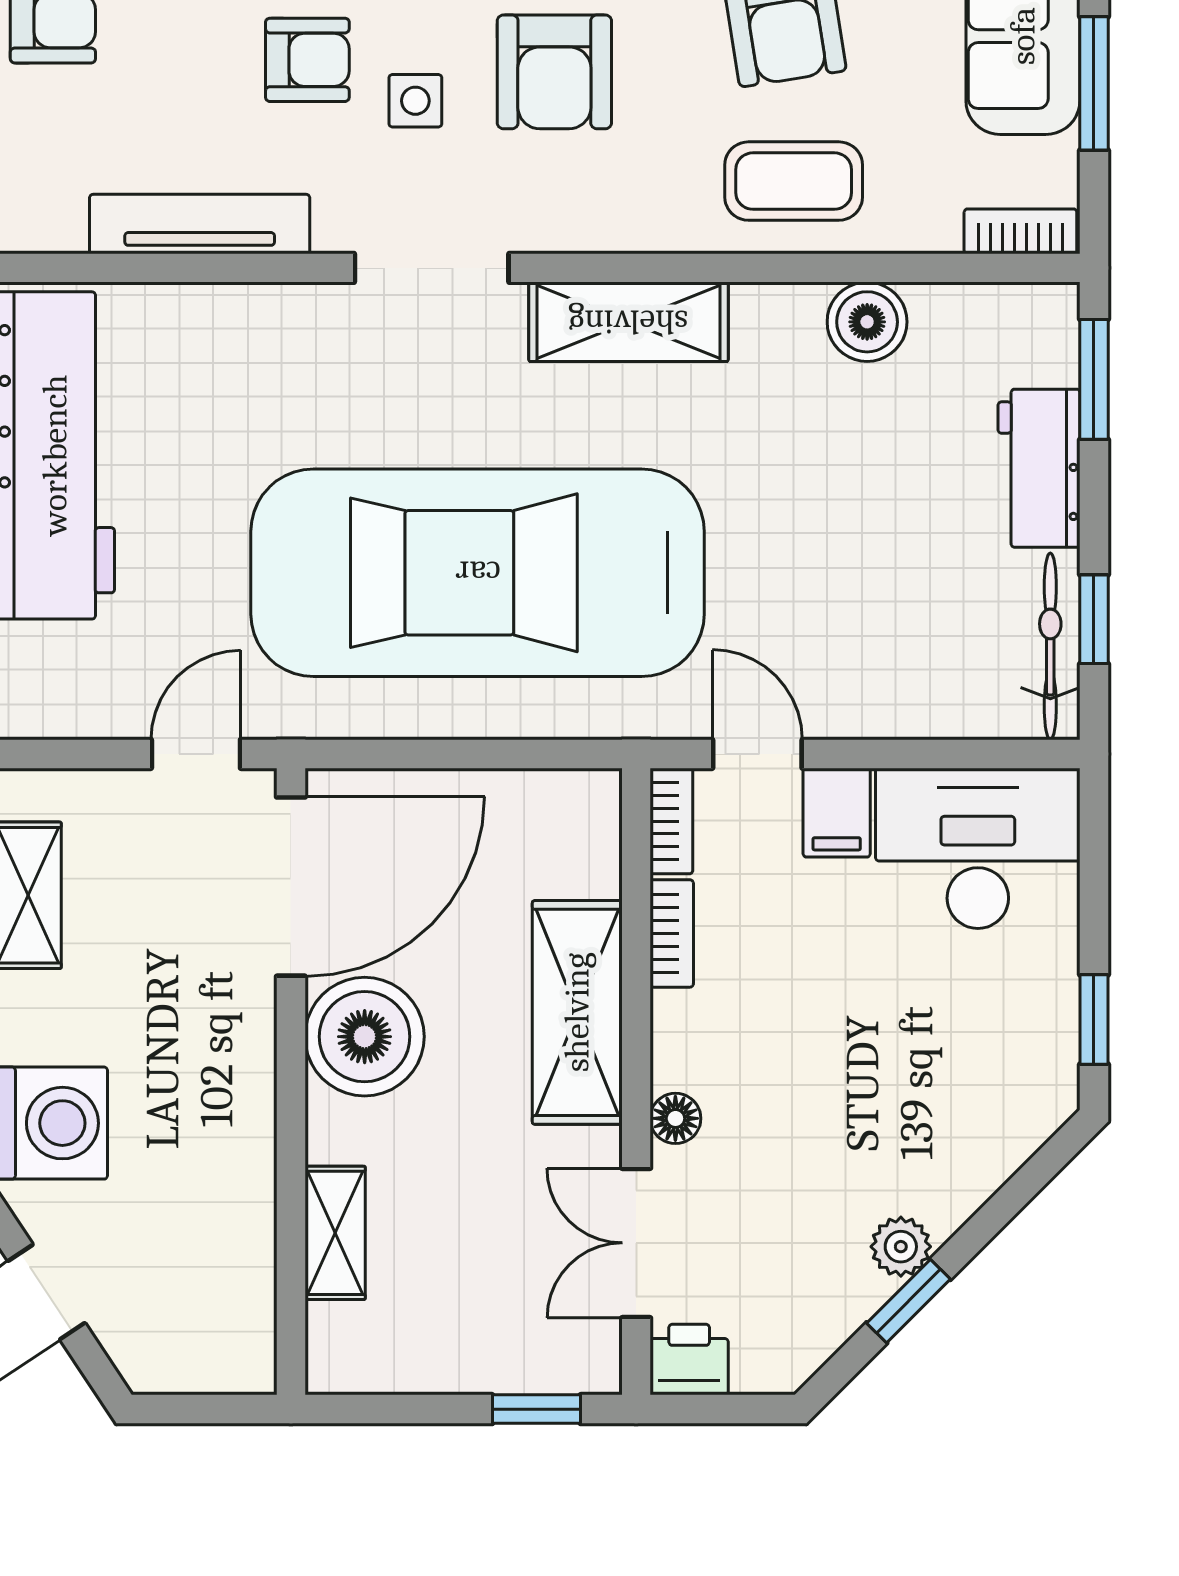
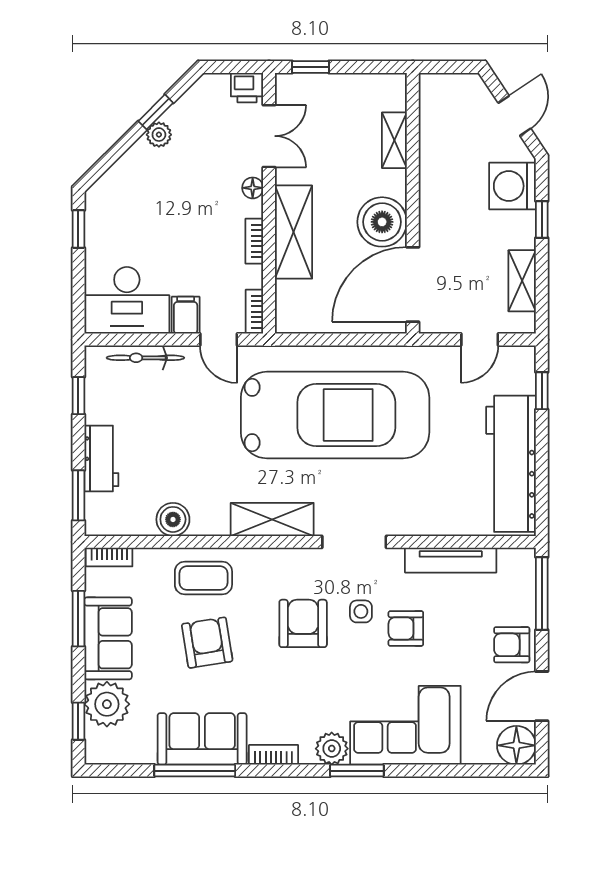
bicycle: (1050, 646) -> (145, 358), moved, turned 90
door: (196, 754) -> (480, 340), moved
bookcase: (672, 933) -> (254, 241), moved

